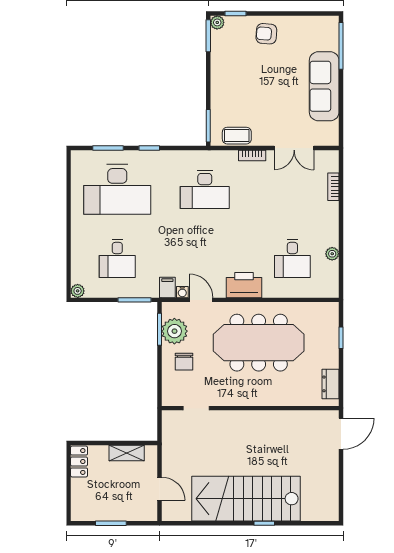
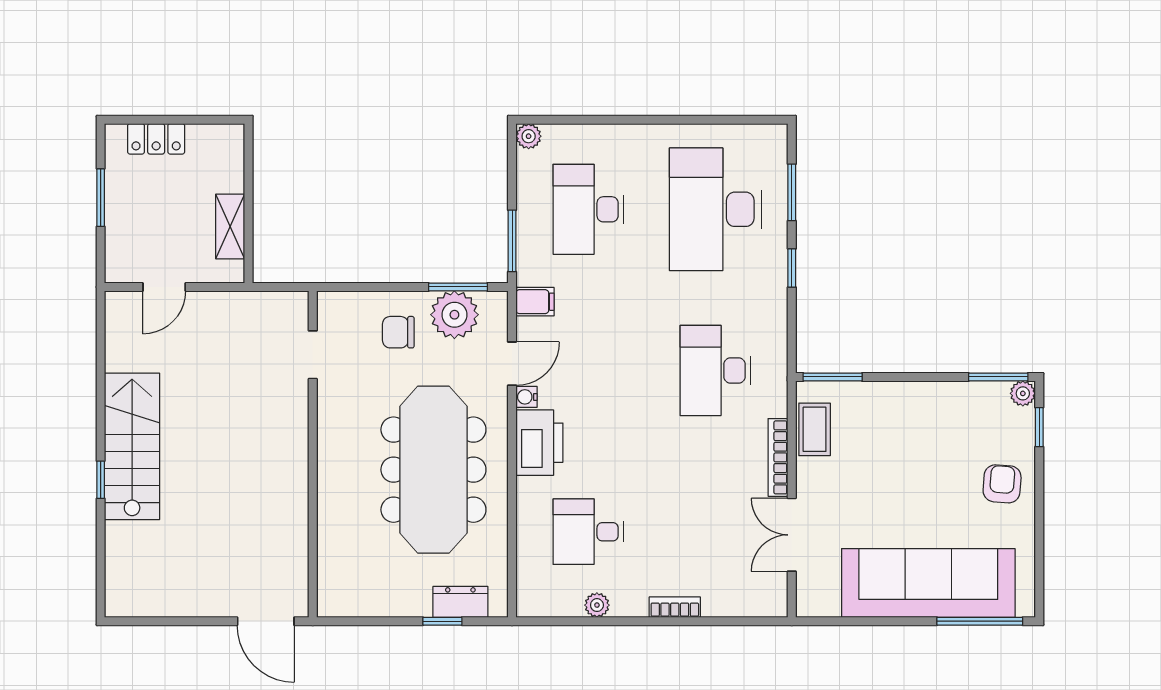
sofa: (324, 86) -> (928, 583), width x1.36, depth x1.27
bookcase: (252, 155) -> (778, 457), width x1.56
bookcase: (333, 187) -> (675, 607), moved
desk: (117, 258) -> (588, 209), width x1.37
water cooler: (182, 292) -> (526, 397), moved
dresser: (330, 384) -> (460, 602), moved
locker: (79, 461) -> (156, 139), moved
stairs: (246, 499) -> (132, 446), width x0.73, depth x0.66

